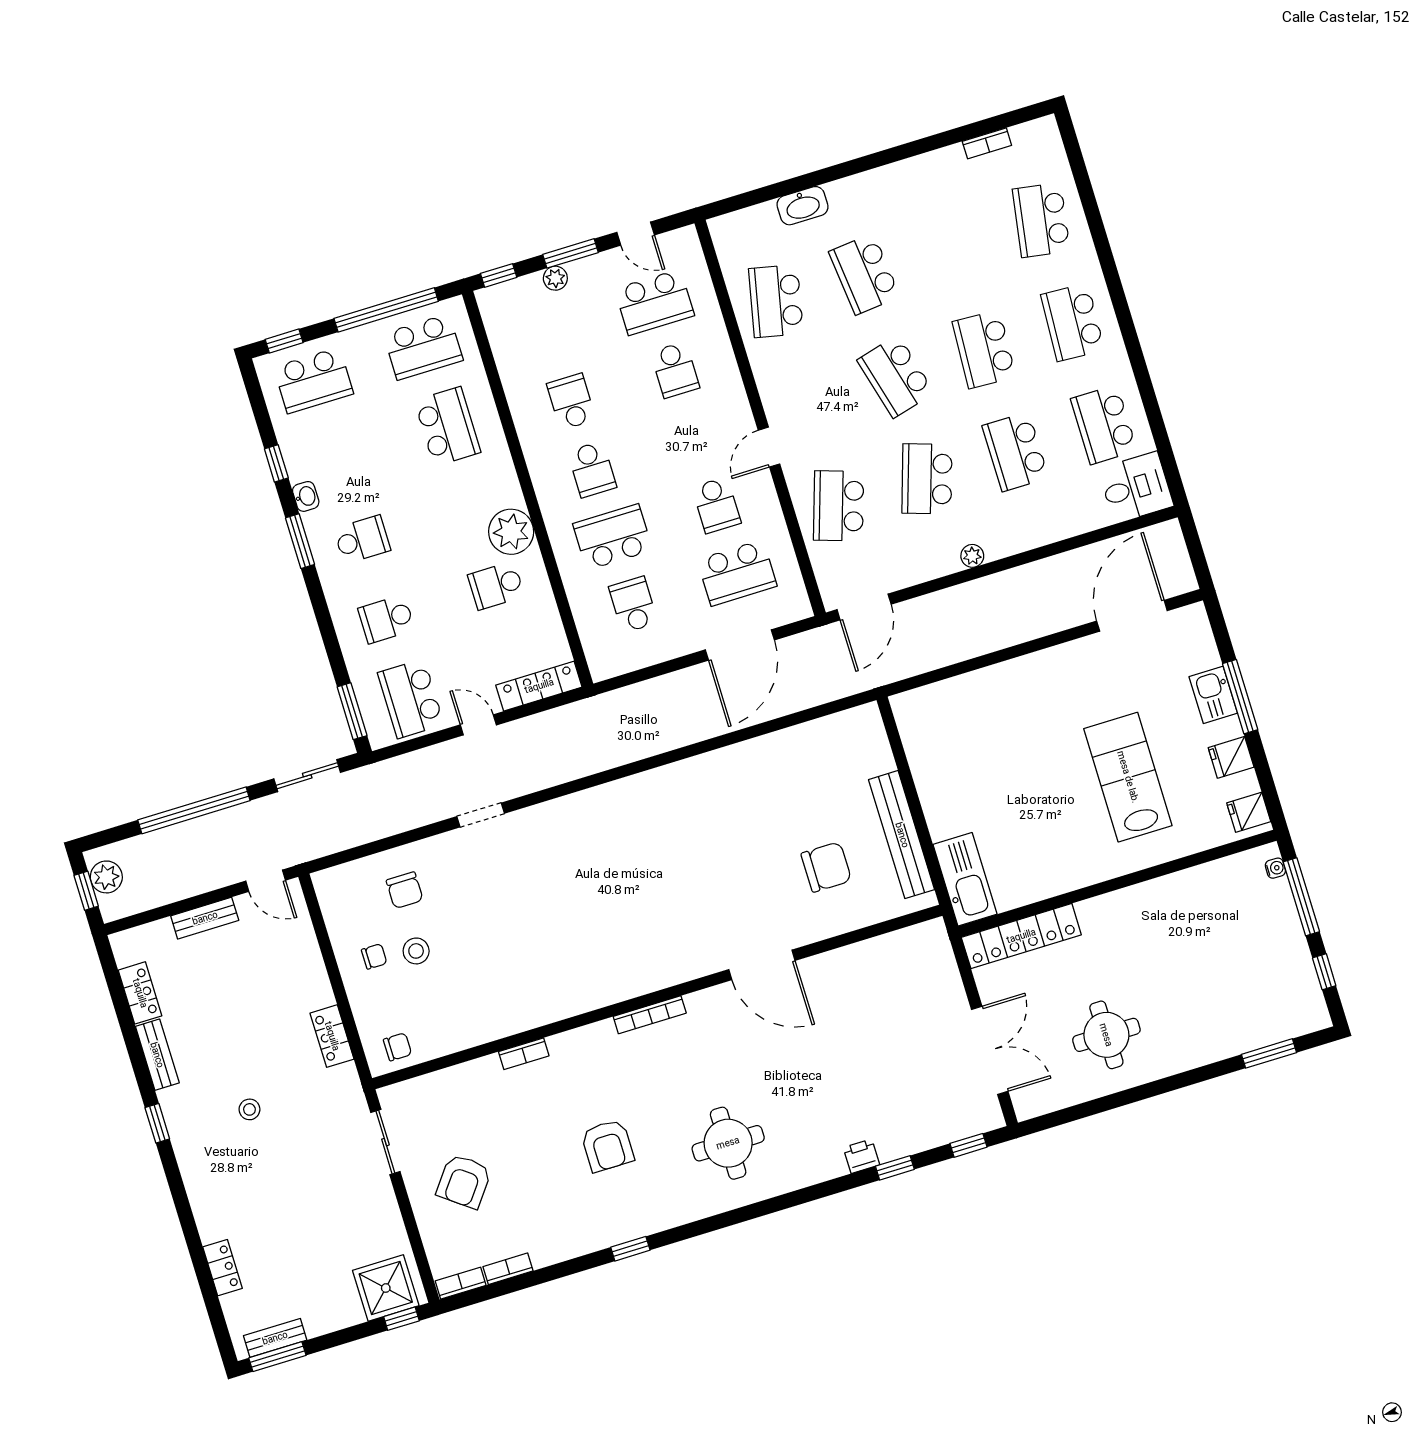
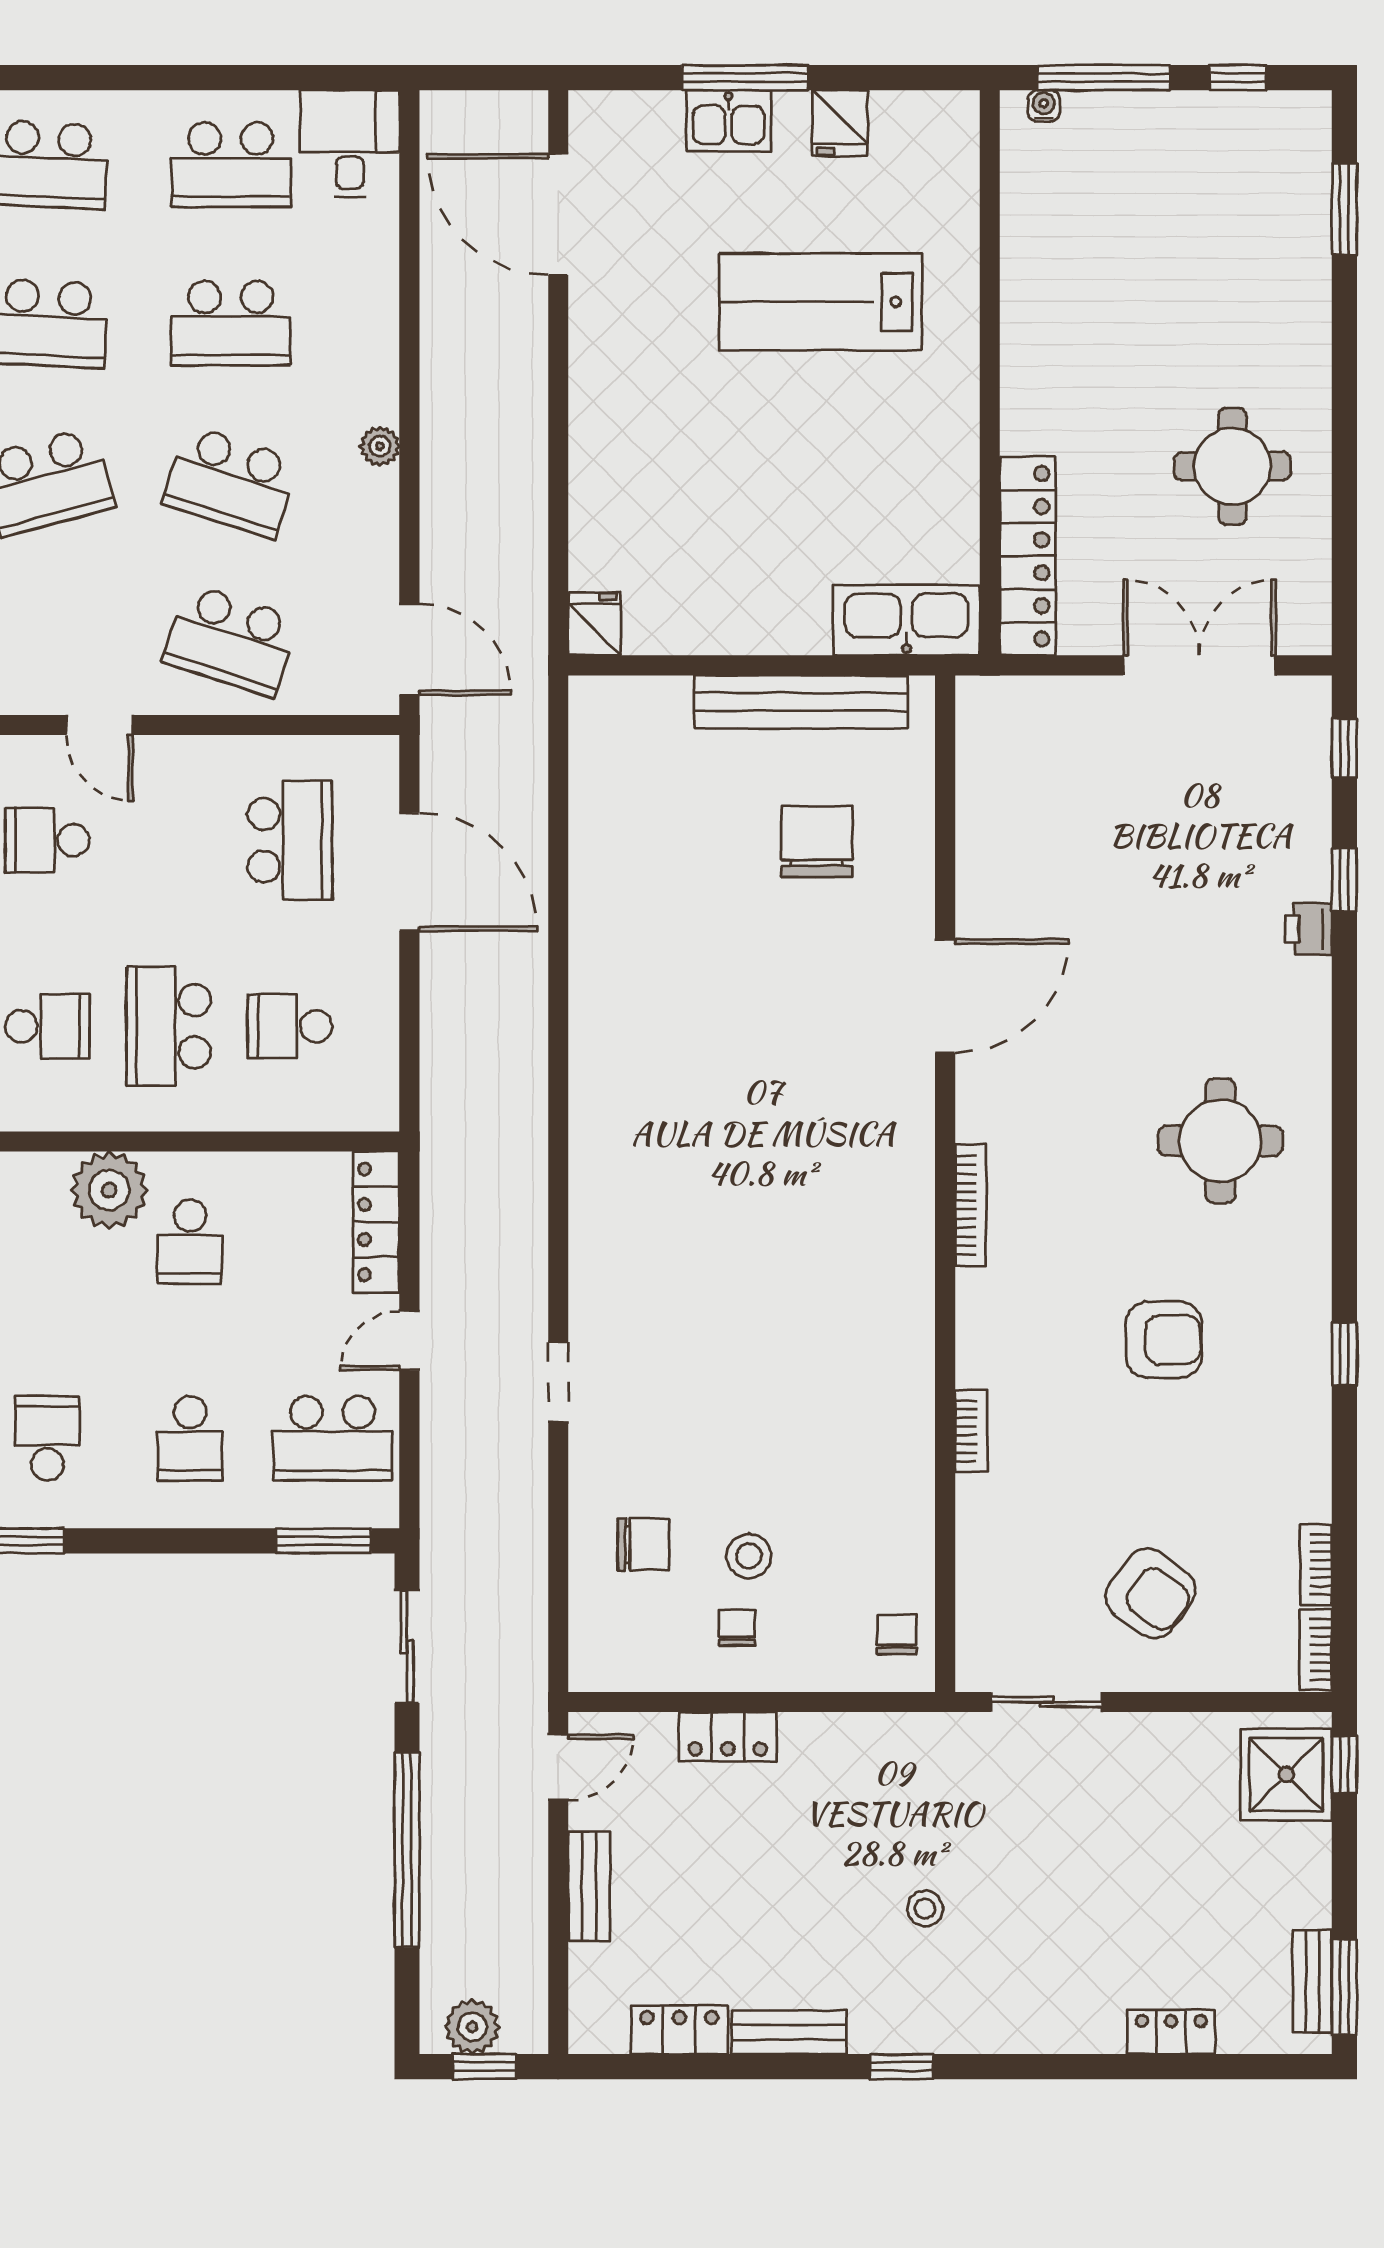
school desk: (716, 505) -> (47, 840), moved, turned 180
fridge: (1249, 812) -> (595, 624), moved, turned 180
locker: (332, 1036) -> (728, 1737), moved

